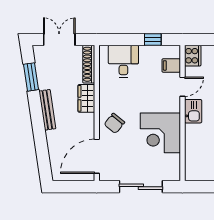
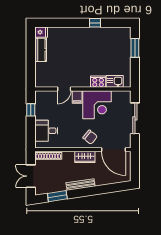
cooker: (193, 56) -> (98, 82), moved
filing cabinet: (171, 65) -> (77, 97), moved
door: (182, 87) -> (64, 89), swing flipped
wardrobe: (86, 98) -> (85, 157), moved
kitchen sink: (193, 111) -> (115, 81), moved

